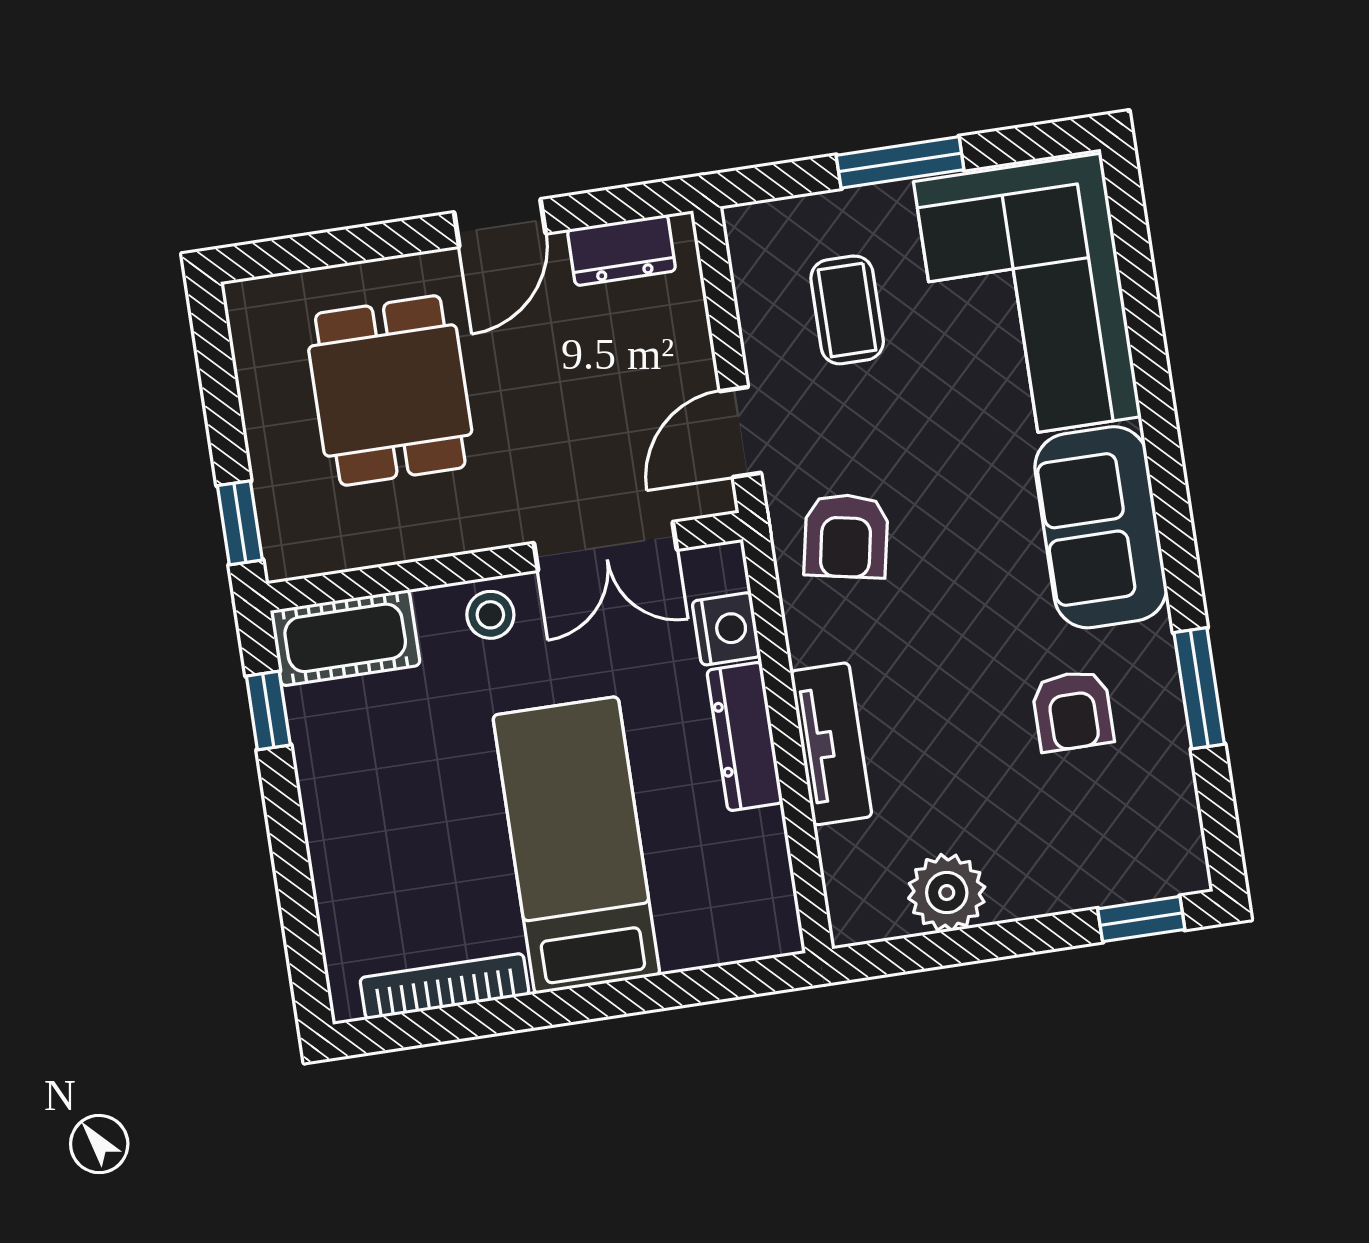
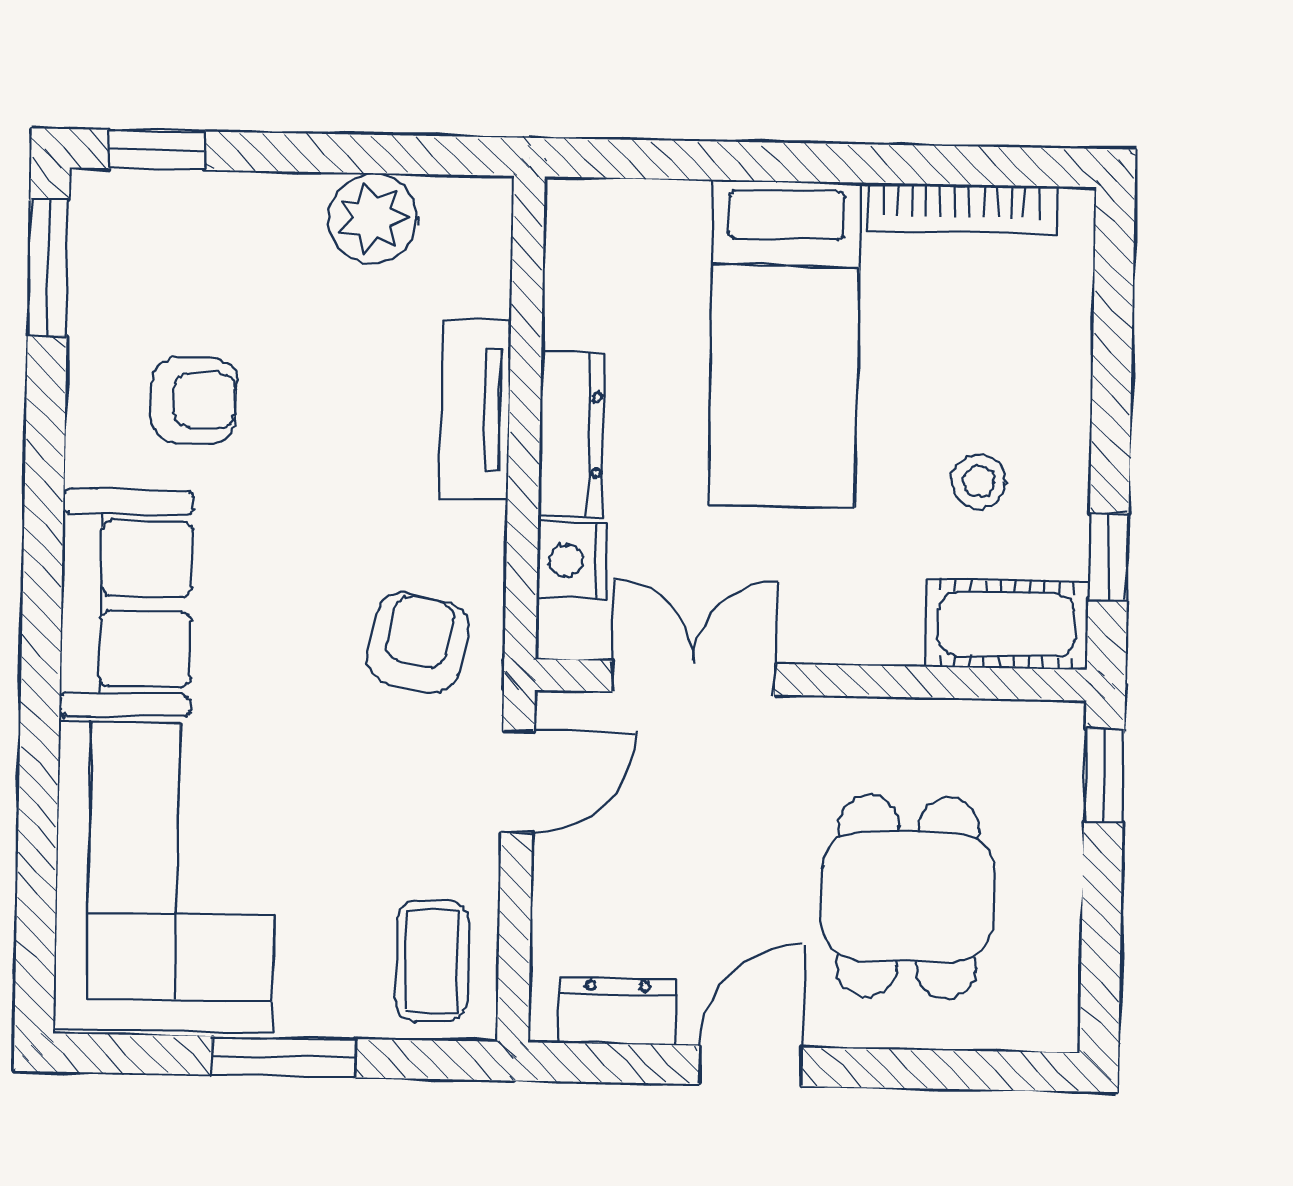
coffee table: (847, 310) -> (432, 961), moved
stool: (490, 615) -> (979, 481), moved
window: (1199, 688) -> (48, 268), moved
armchair: (1073, 711) -> (194, 400), turned 90

